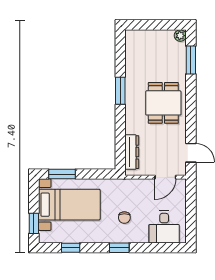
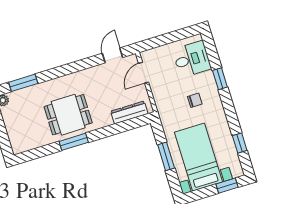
dining table: (163, 103) -> (68, 115), moved
window: (62, 174) -> (166, 156), moved
door: (165, 177) -> (144, 73), swing flipped
window: (119, 248) -> (220, 79), moved

